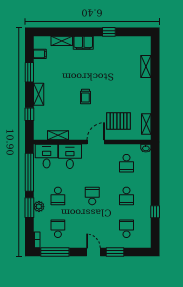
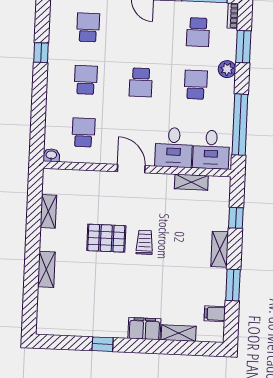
shelving: (146, 67) -> (46, 269), moved
pallet: (119, 121) -> (106, 238), moved
shelving: (146, 124) -> (48, 211), moved
door: (96, 142) -> (131, 169), swing flipped
window: (29, 208) -> (243, 47), moved
school desk: (126, 229) -> (88, 27), turned 180

